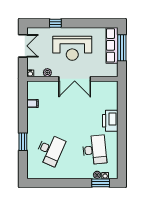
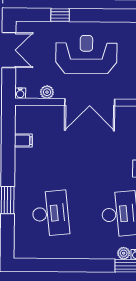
reception desk: (72, 48) -> (86, 54), turned 180
desk: (50, 150) -> (50, 213), turned -30

